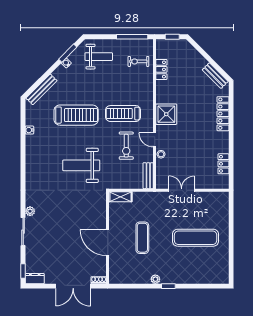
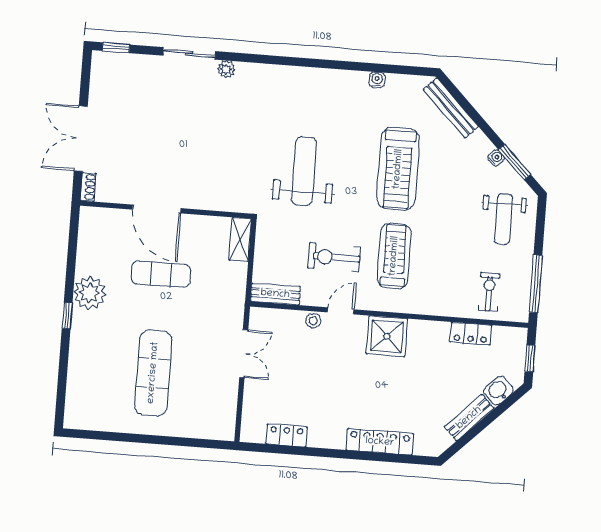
washbasin: (191, 52) -> (498, 391), added
bench: (215, 76) -> (469, 418), moved
door: (108, 243) -> (157, 209), swing flipped
dresser: (35, 279) -> (100, 68), removed
plant: (155, 279) -> (90, 293), width x1.88, depth x1.88

